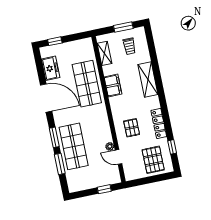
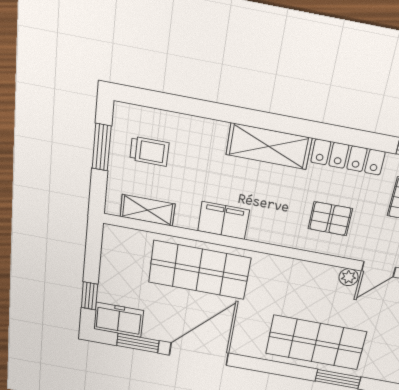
freezer: (51, 68) -> (119, 320), moved
shelving: (148, 79) -> (269, 146), moved
window: (54, 137) -> (138, 343), moved

